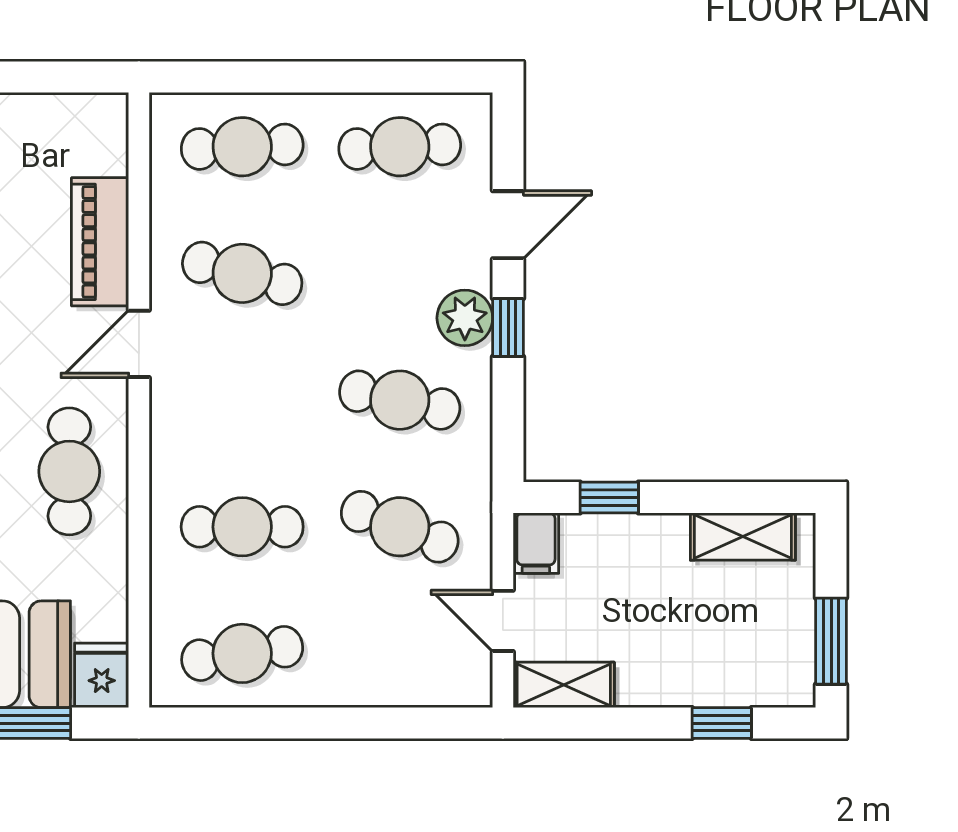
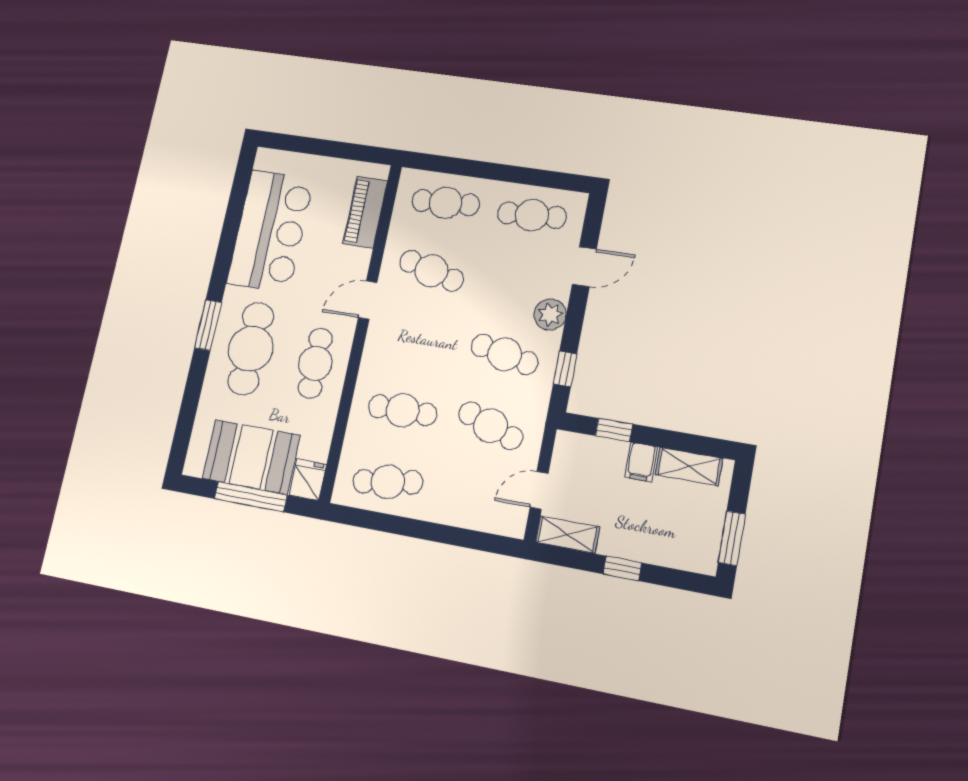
piano: (100, 242) -> (365, 212), moved
window: (508, 328) -> (565, 369), moved
filing cabinet: (536, 543) -> (641, 462), moved
door: (503, 621) -> (539, 490), hinge flipped
window: (722, 723) -> (622, 568), moved

